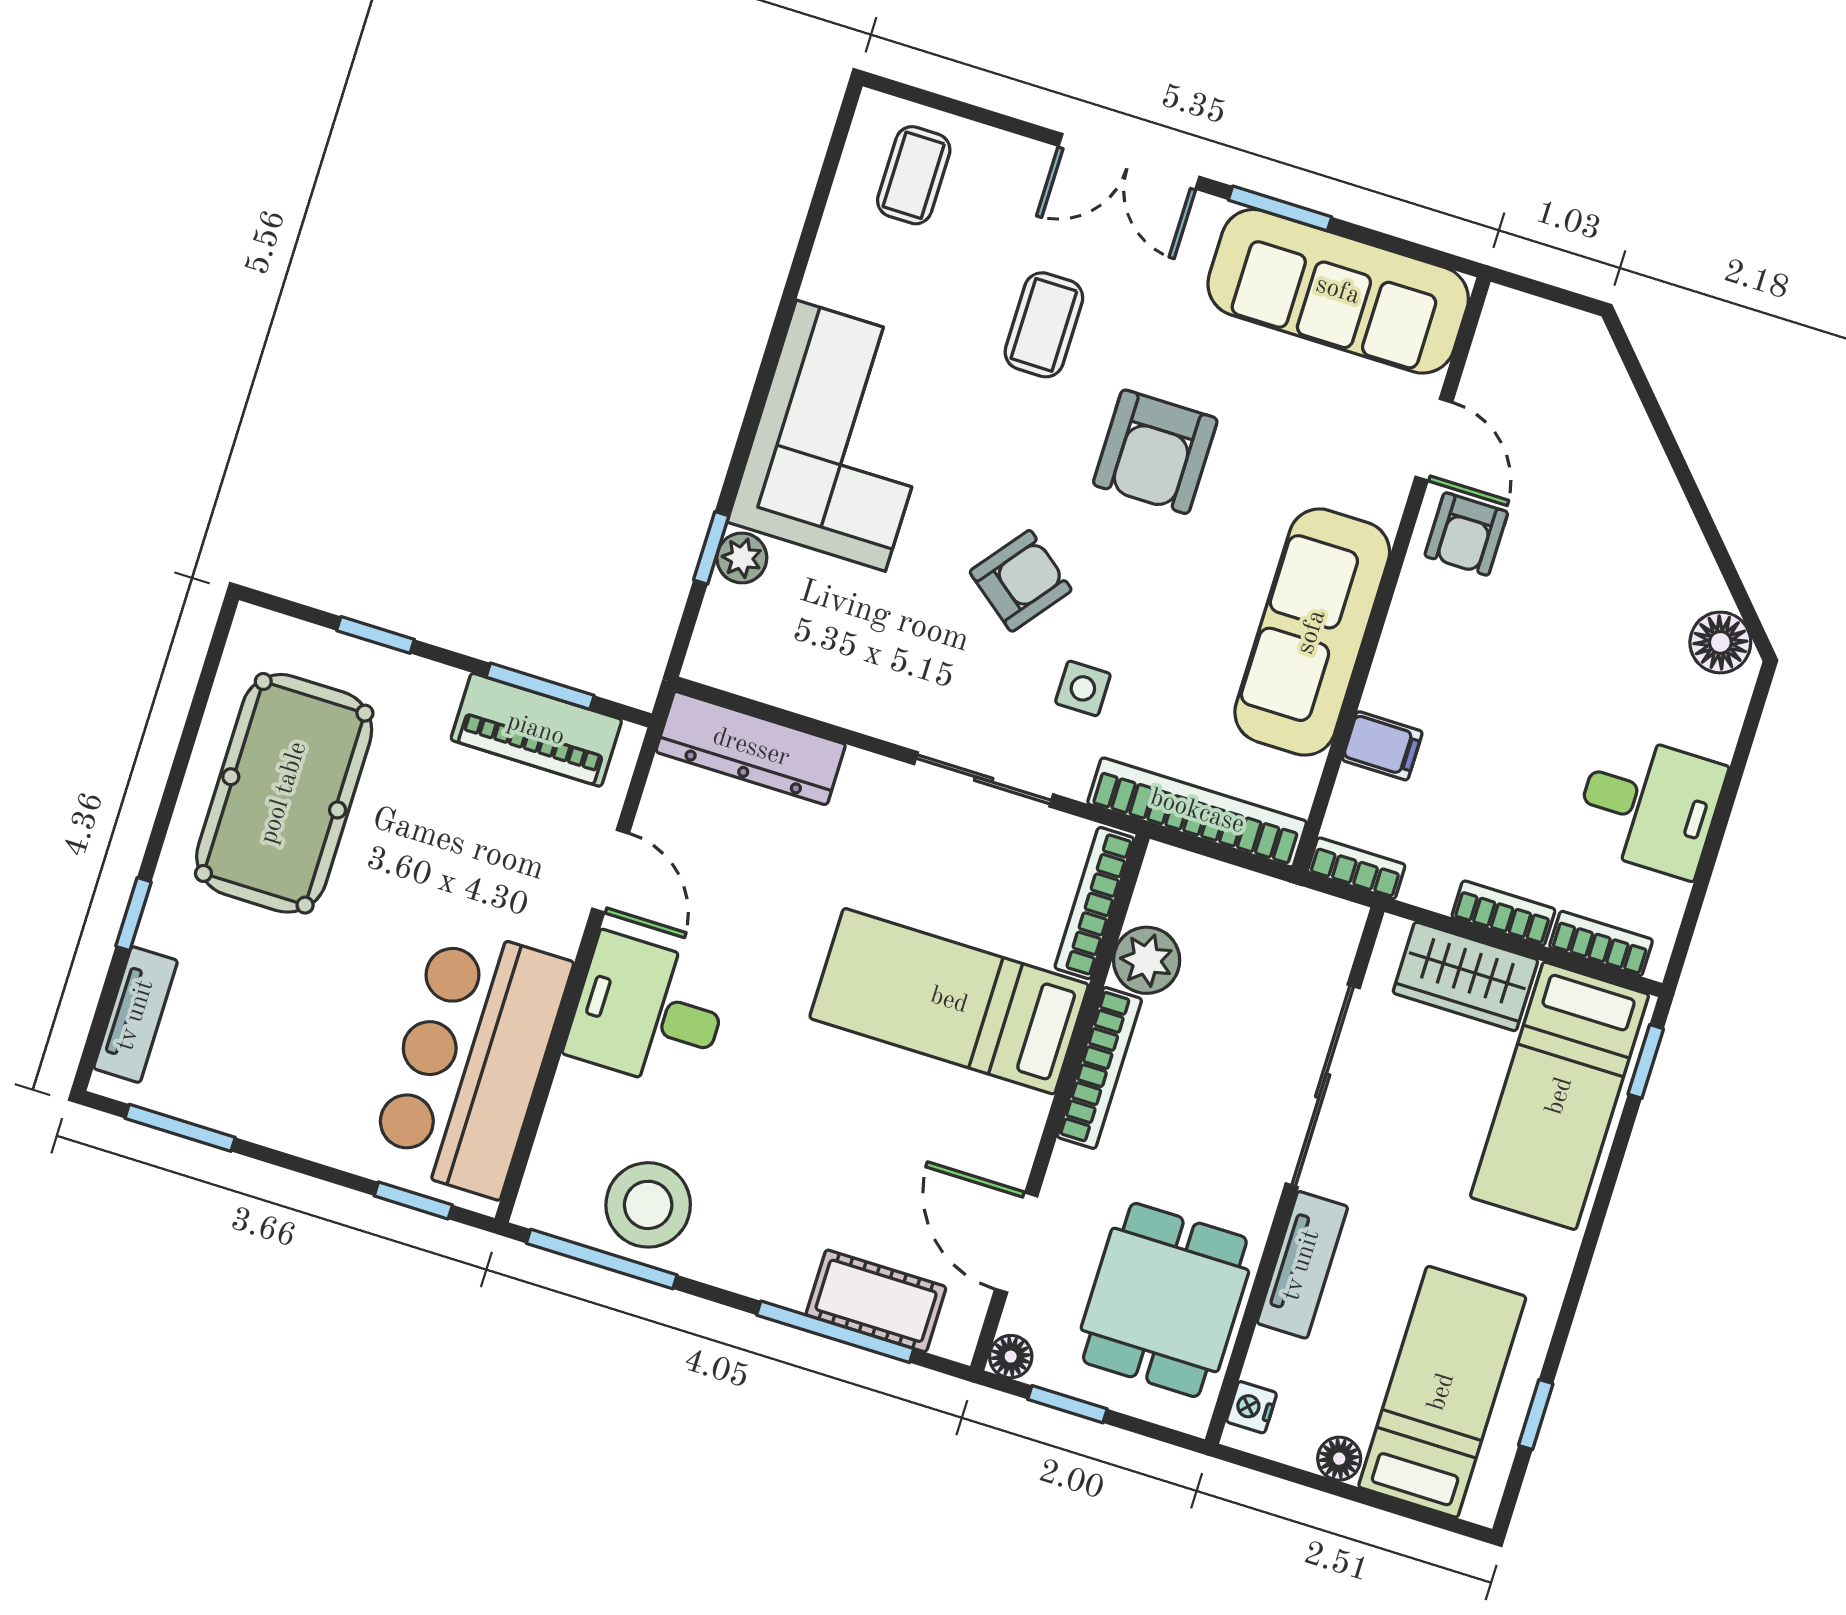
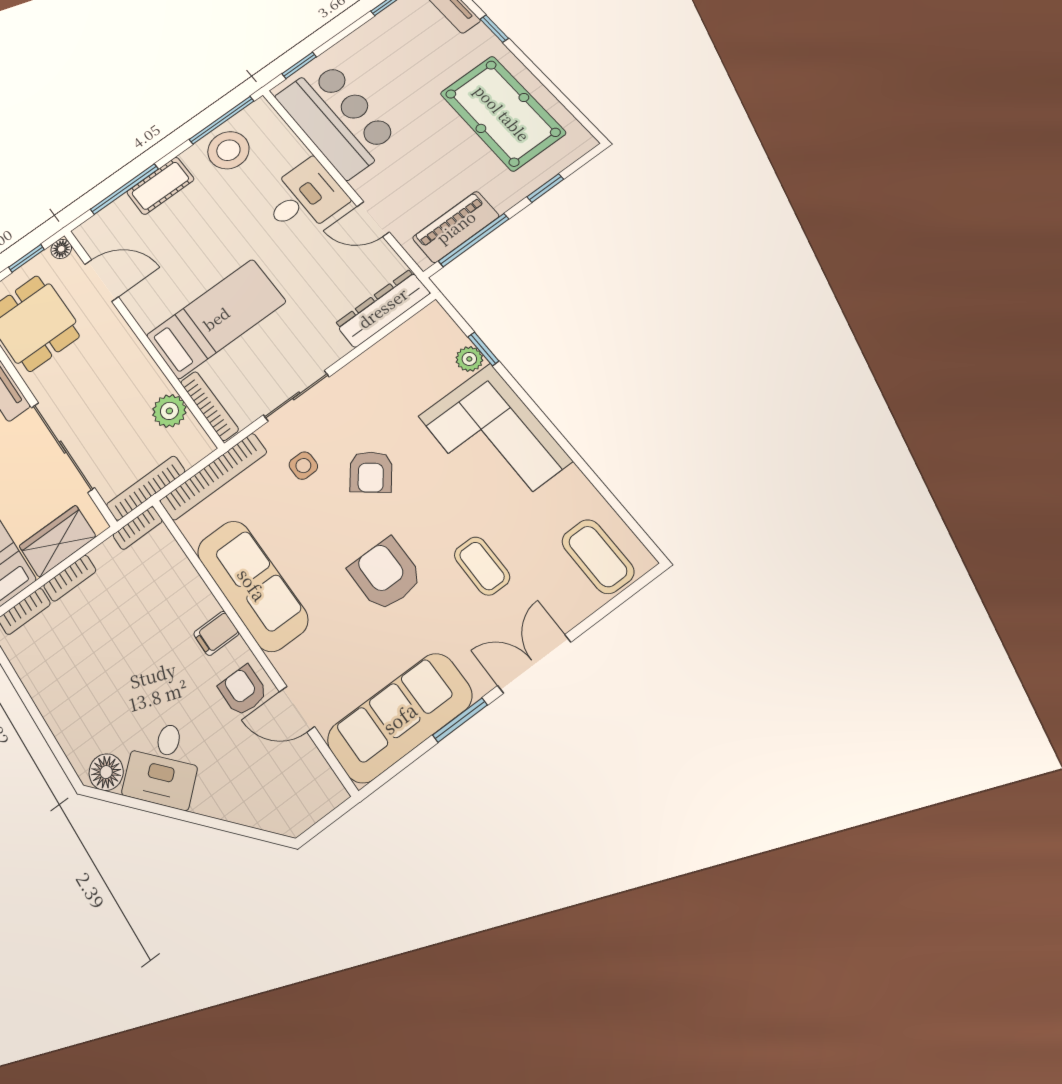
coffee table: (914, 175) -> (598, 556), width x1.36, depth x1.30
window: (540, 686) -> (474, 240), width x1.44
filing cabinet: (1382, 746) -> (216, 633), moved
desk: (1649, 805) -> (163, 764), moved, turned -42
bookcase: (1100, 1068) -> (146, 488), moved, turned 90
cot: (876, 1301) -> (160, 186), moved

